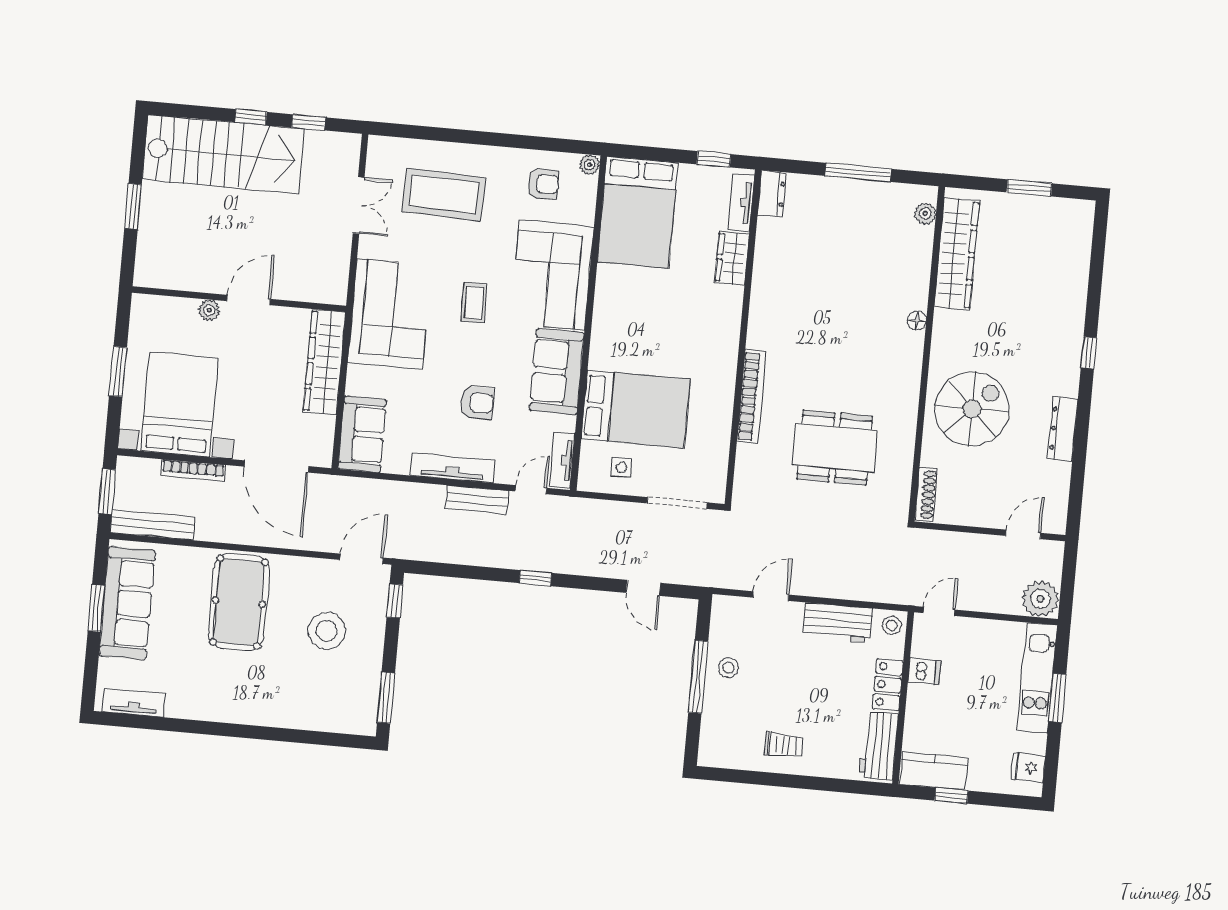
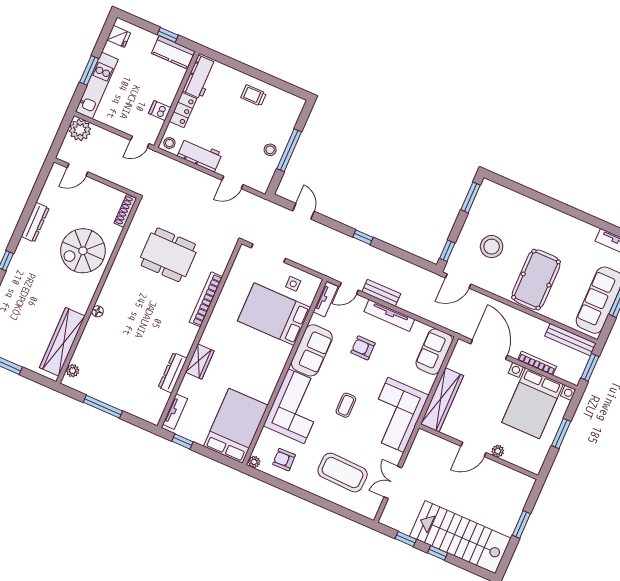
dresser: (772, 193) -> (173, 373), moved, width x1.44
wardrobe: (732, 258) -> (200, 361), moved

